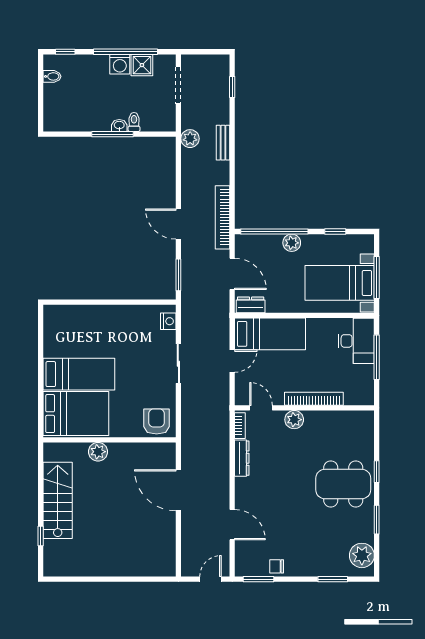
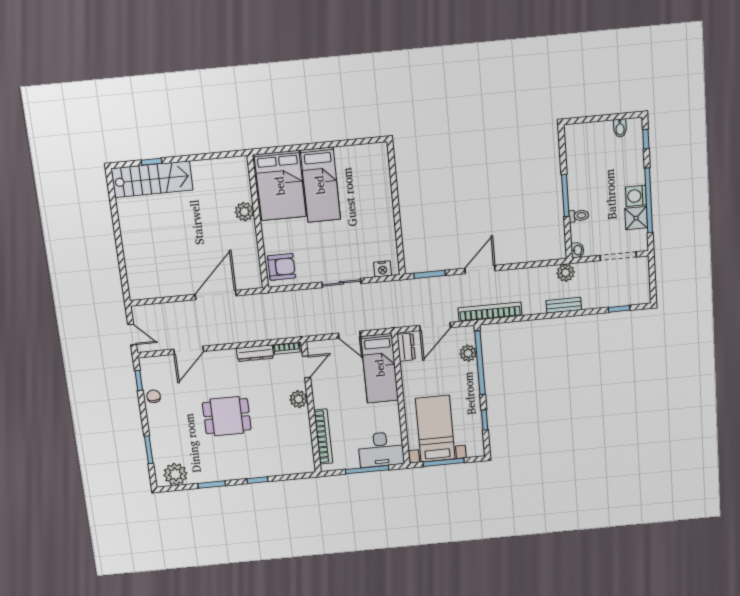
washbasin: (119, 125) -> (577, 250), moved
plant: (292, 243) -> (468, 353), moved
bookcase: (314, 399) -> (323, 437), moved
dining table: (343, 484) -> (227, 416), moved, width x0.73
stairs: (58, 500) -> (152, 179), moved
window: (259, 579) -> (139, 380), width x0.67

